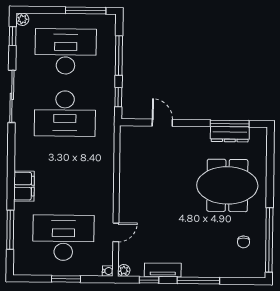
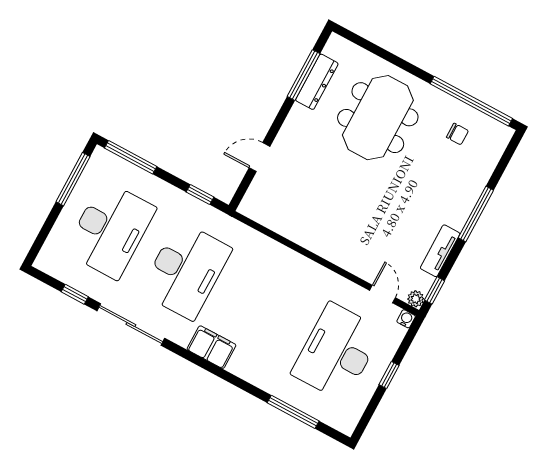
plant: (22, 19) -> (43, 262), removed
window: (13, 36) -> (75, 294), moved
desk: (66, 51) -> (110, 230), turned 180
window: (119, 56) -> (131, 157), moved
filing cabinet: (24, 186) -> (212, 347), moved
door: (116, 232) -> (382, 294), moved
window: (66, 279) -> (389, 375), width x0.67
window: (149, 280) -> (435, 290), moved

